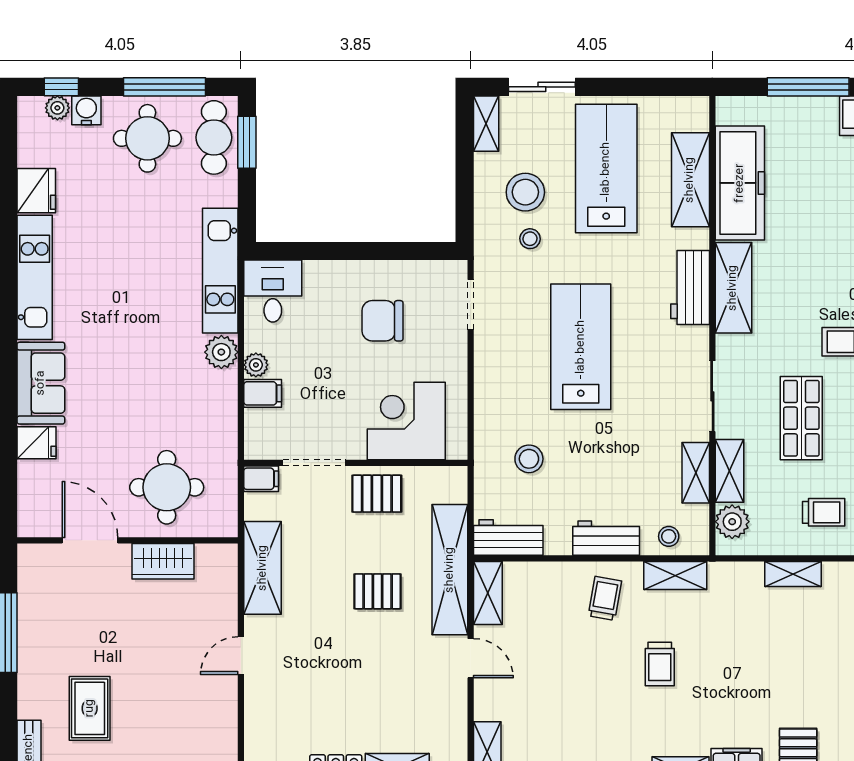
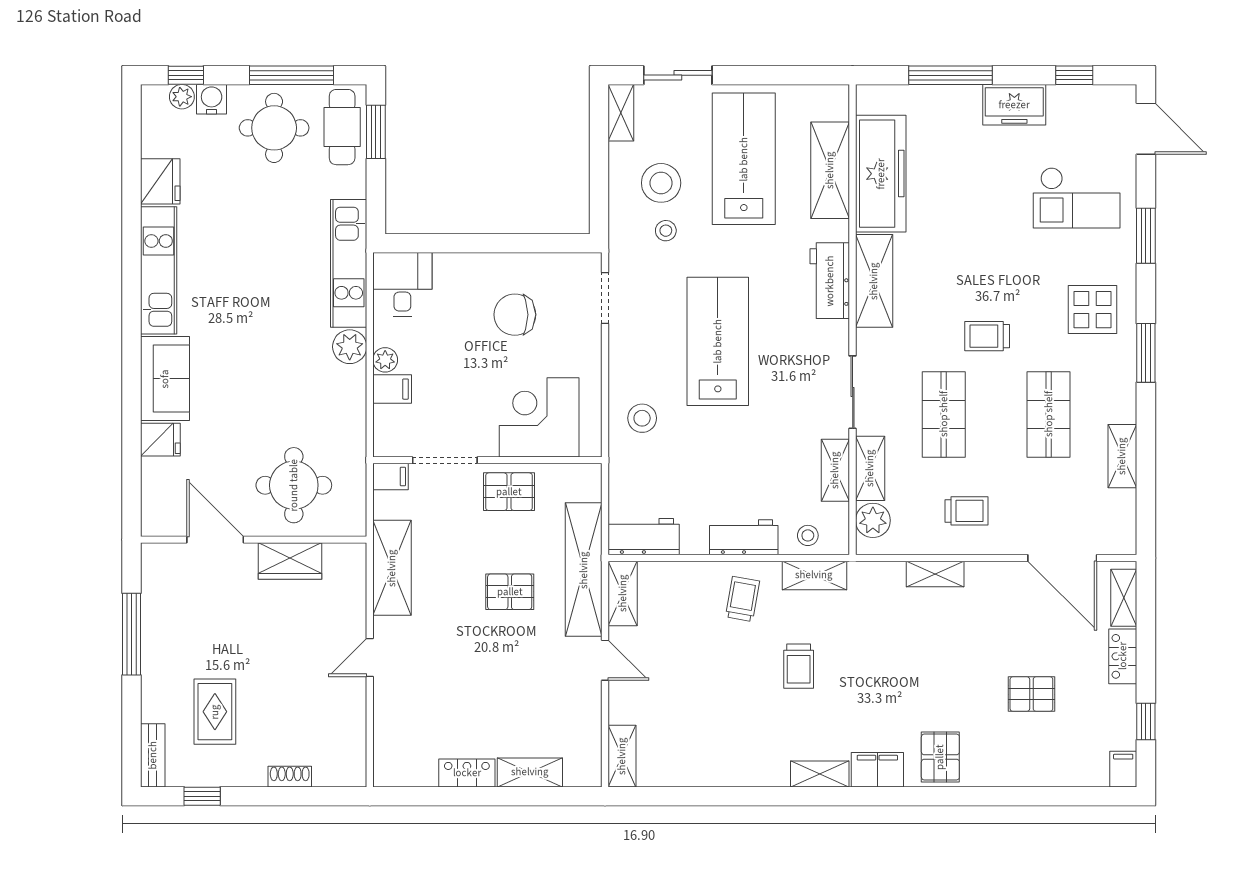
stool: (529, 459) -> (642, 418), moved

